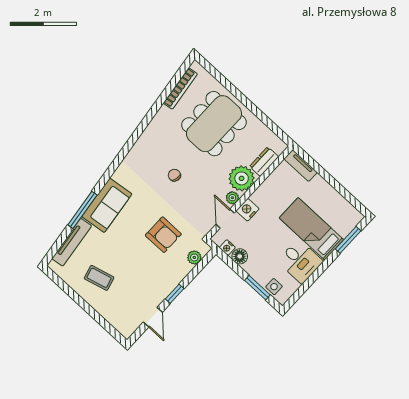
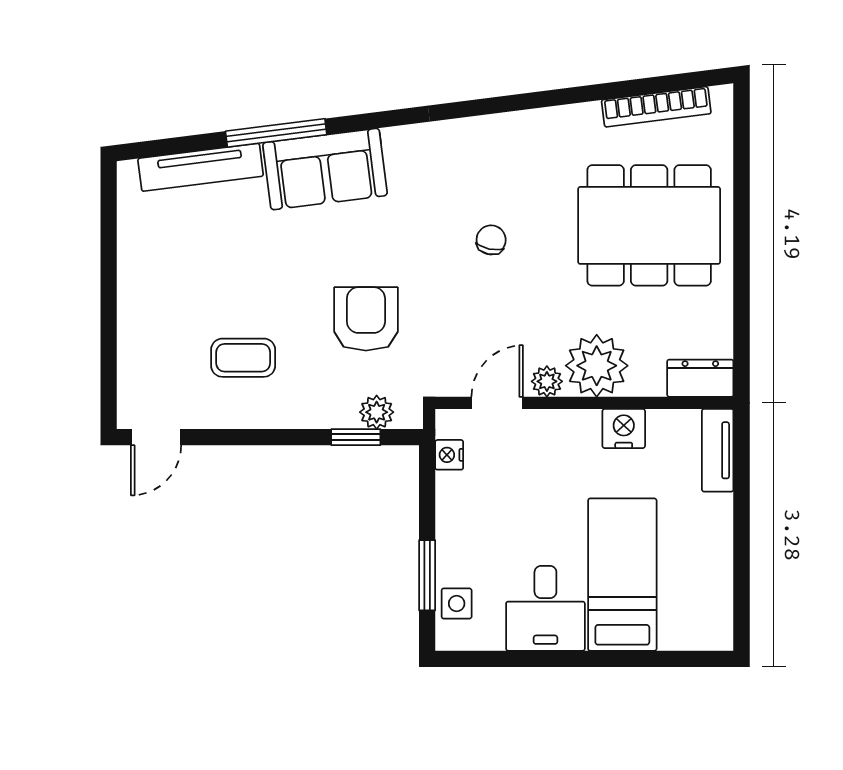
dresser: (264, 162) -> (700, 378), moved
nightstand: (248, 210) -> (624, 429), moved
armchair: (163, 235) -> (366, 319), turned 180
window: (348, 240) -> (663, 659), removed
floor lamp: (240, 256) -> (454, 492), removed
coffee table: (99, 278) -> (243, 358), moved, turned -75
window: (175, 294) -> (356, 437), moved
door: (153, 317) -> (156, 437), moved

